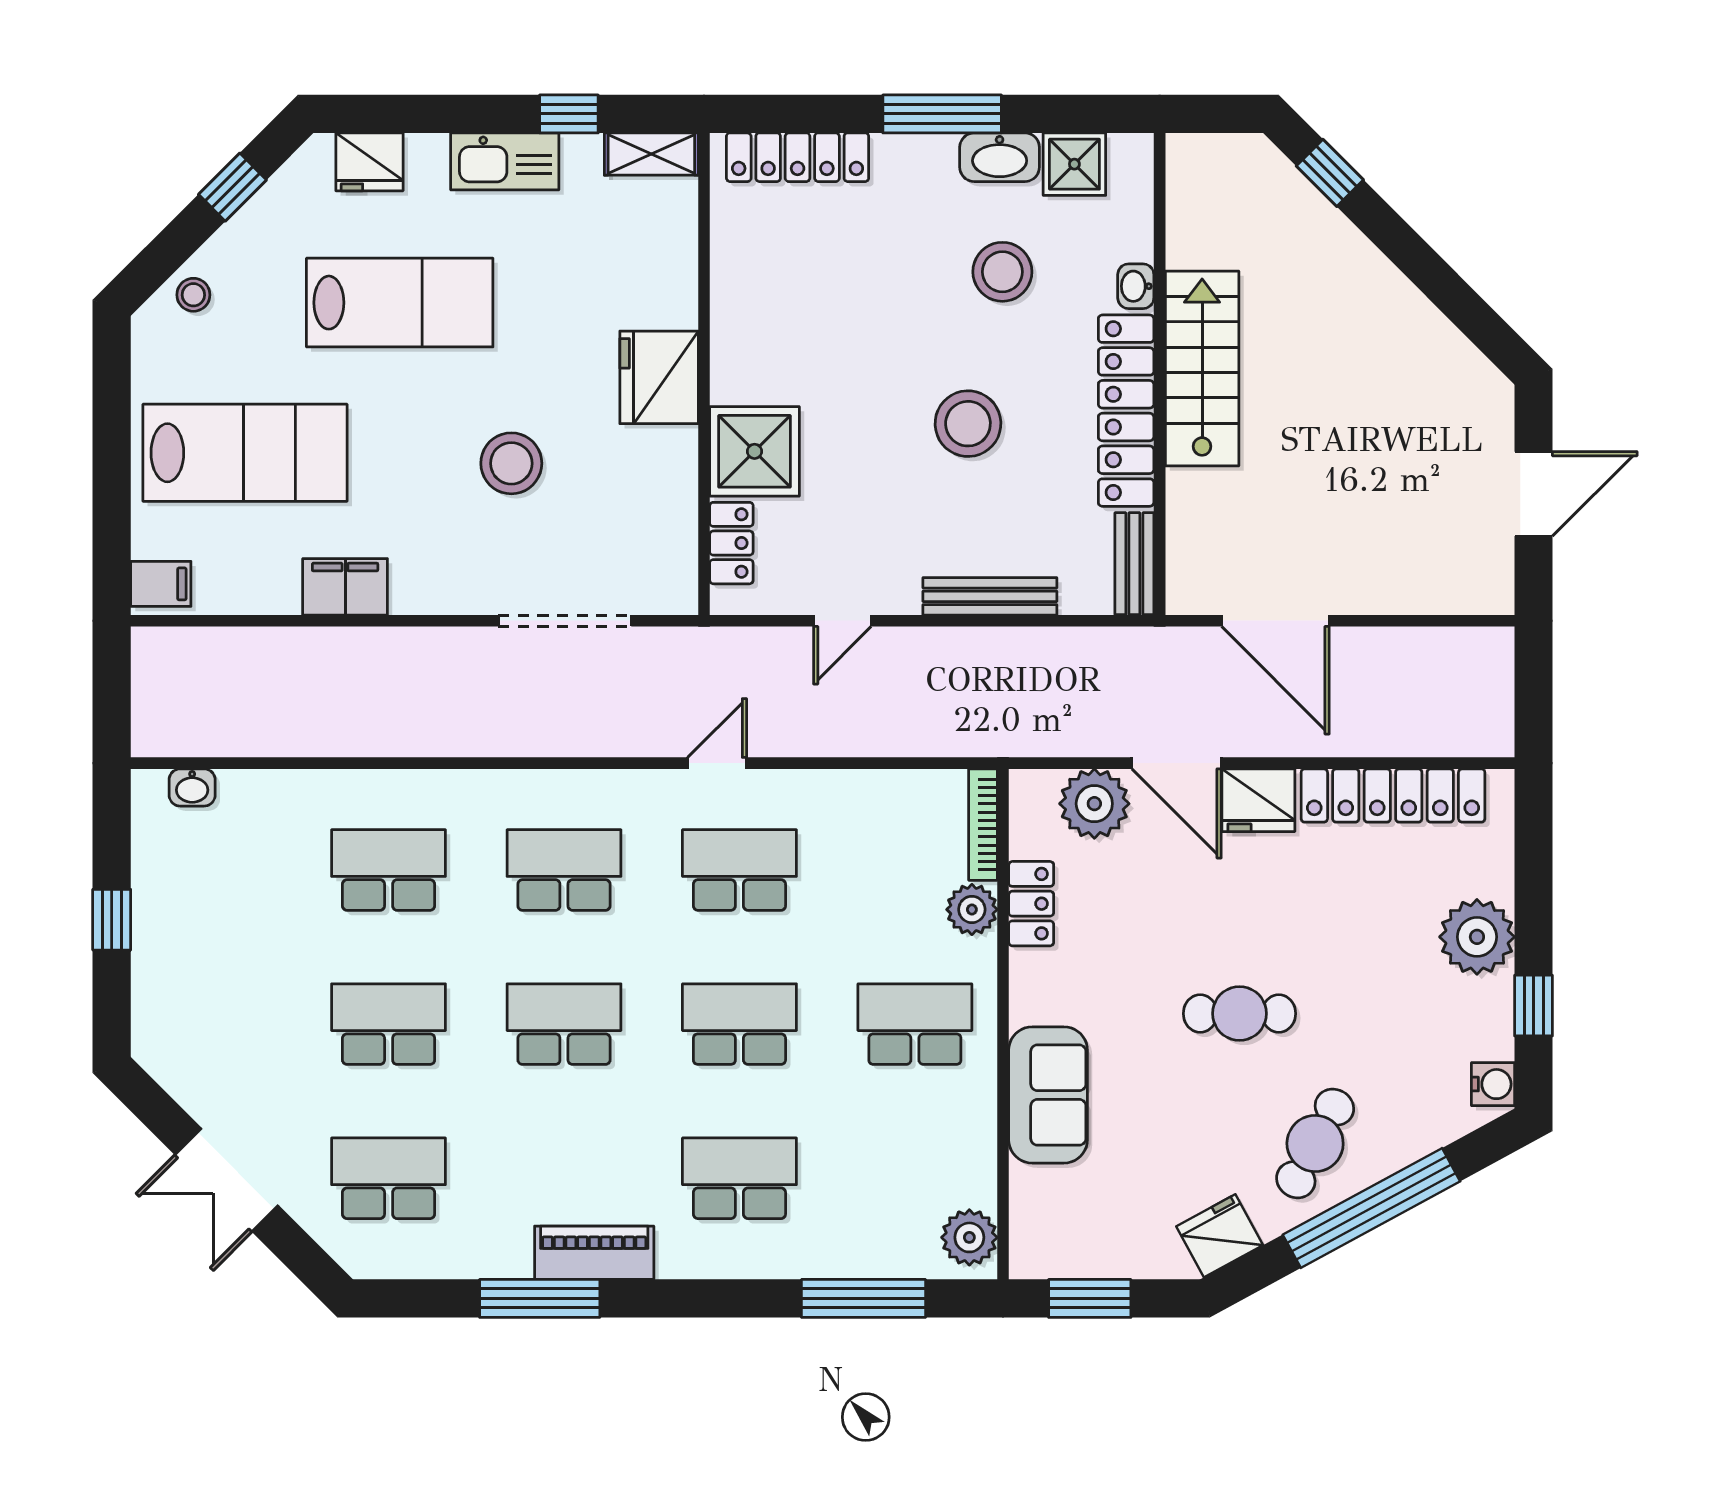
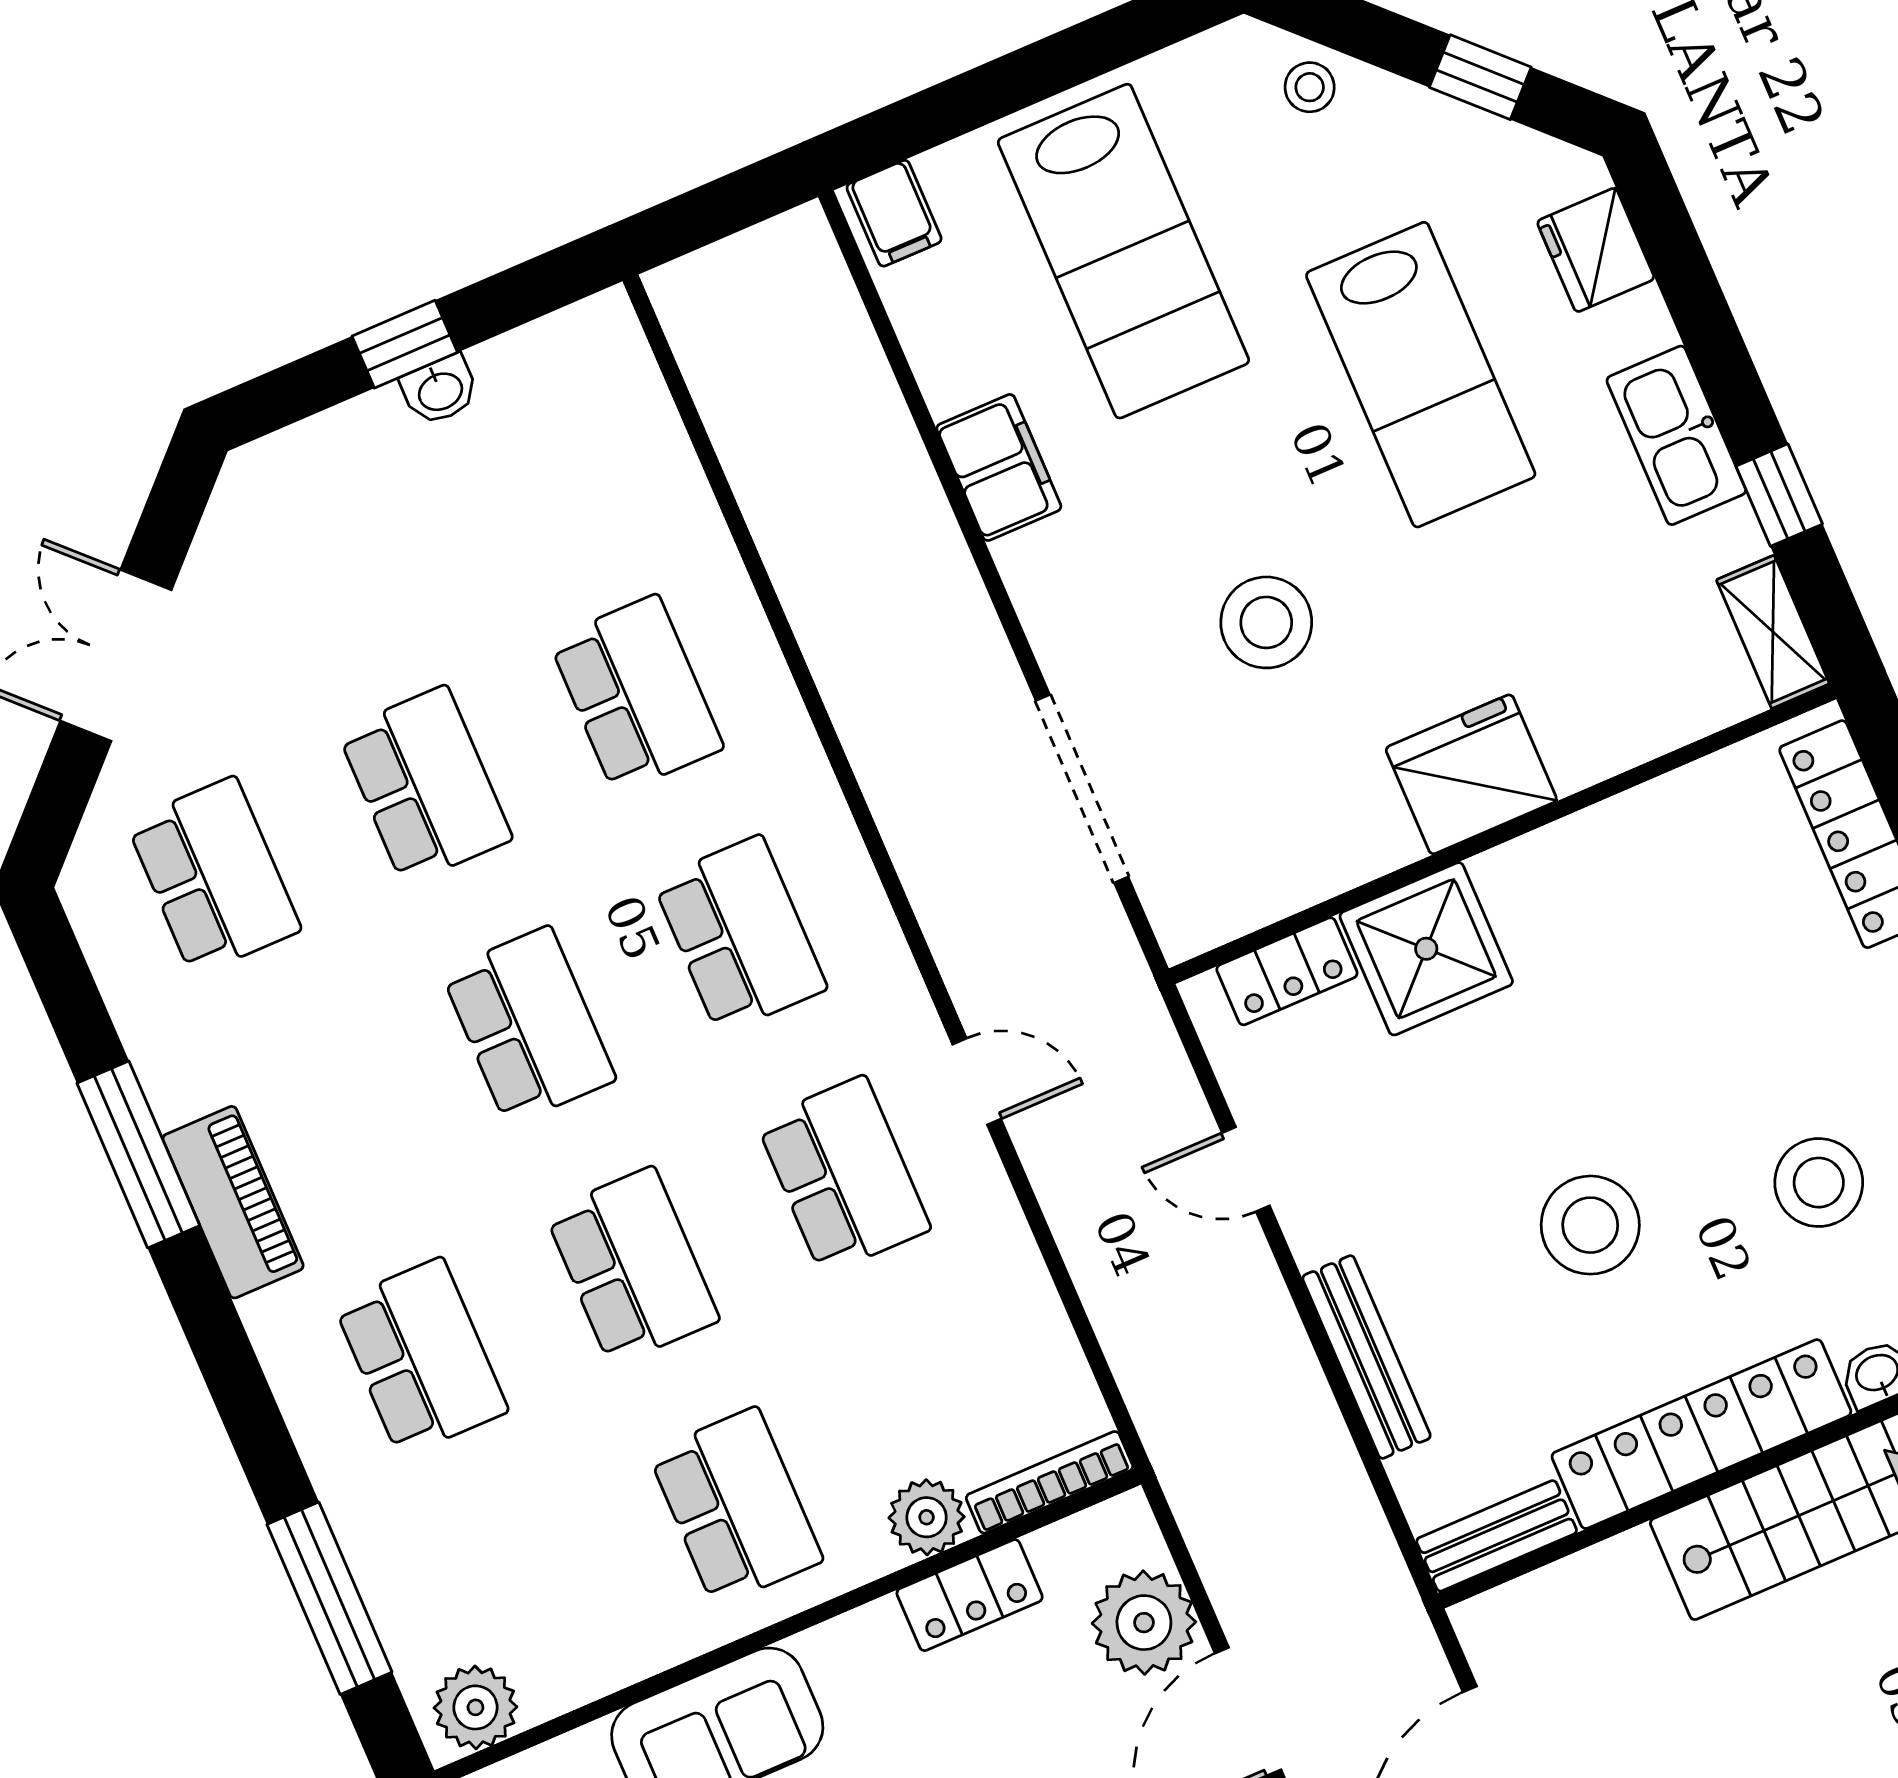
washbasin: (192, 787) -> (440, 390), moved, turned -90

